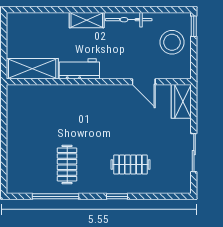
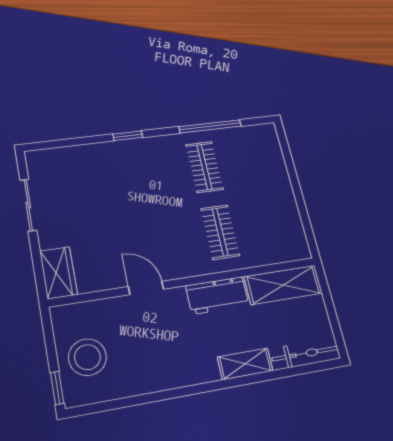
shelving: (87, 20) -> (245, 364), moved
bicycle: (129, 20) -> (305, 354), moved
door: (144, 82) -> (146, 288), moved
clothes rail: (130, 164) -> (220, 232), moved, turned 90

